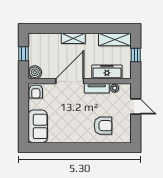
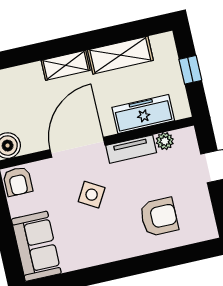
shelving: (115, 40) -> (120, 55), moved
side table: (72, 107) -> (92, 195), added

